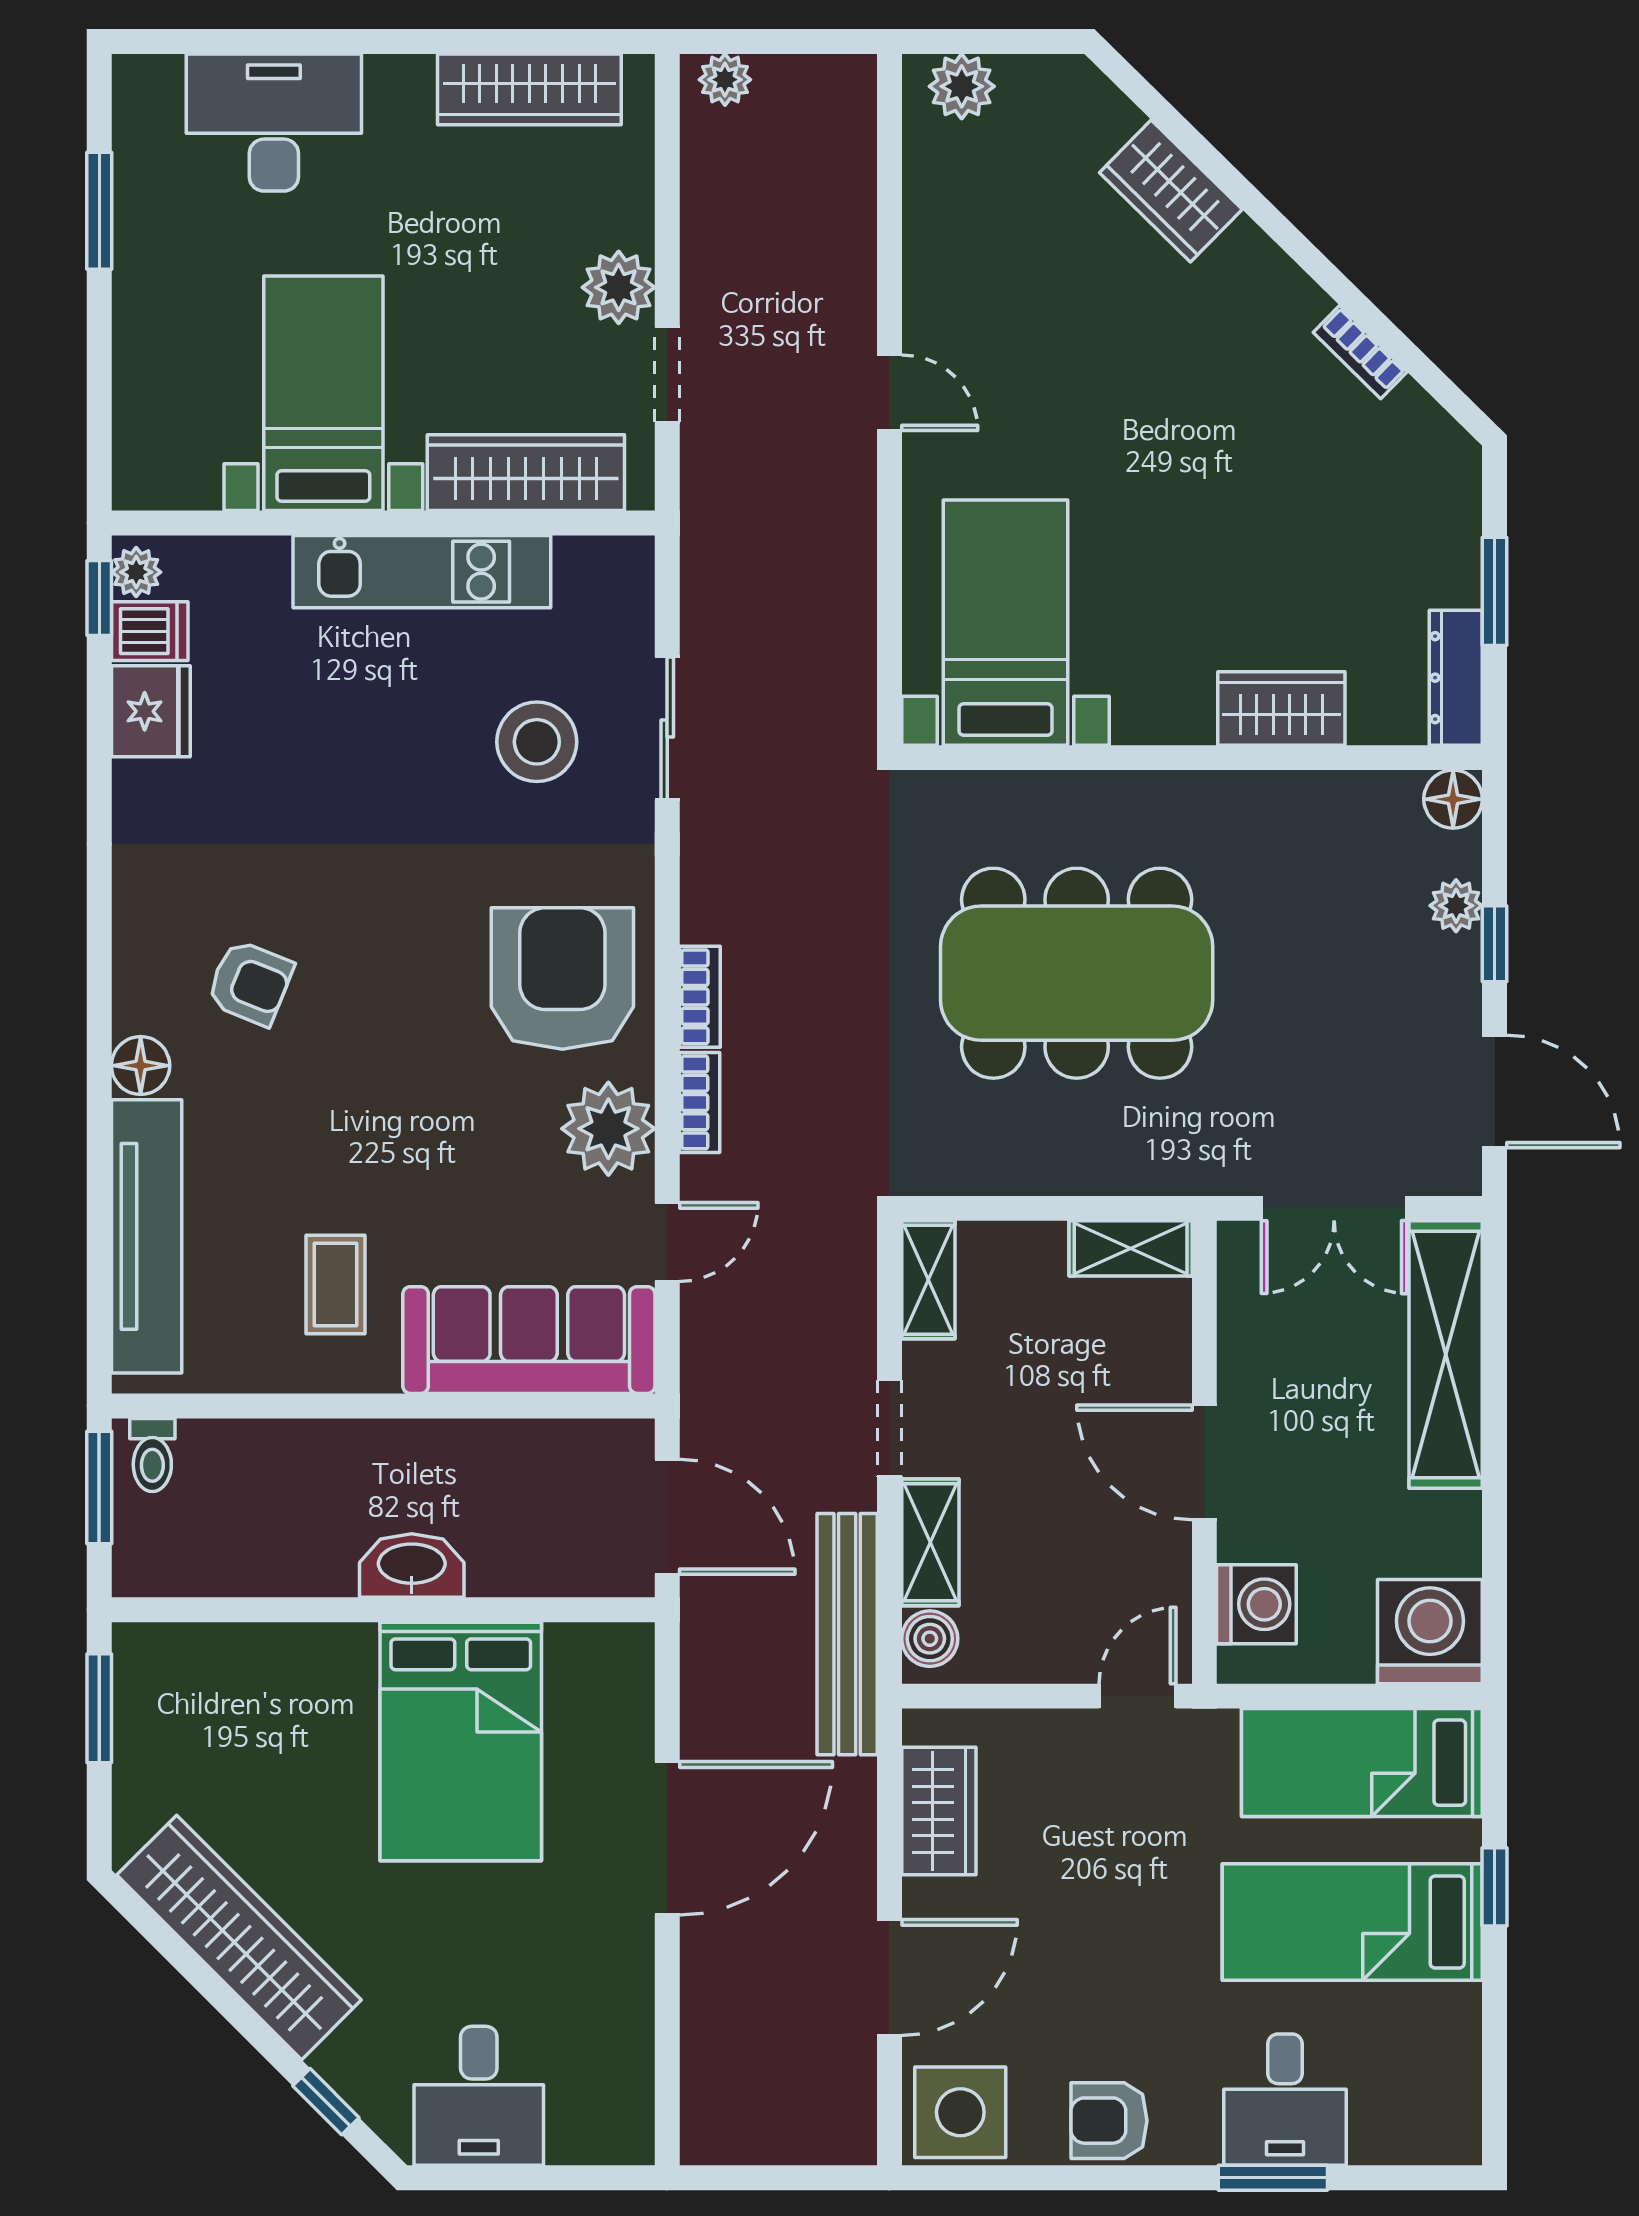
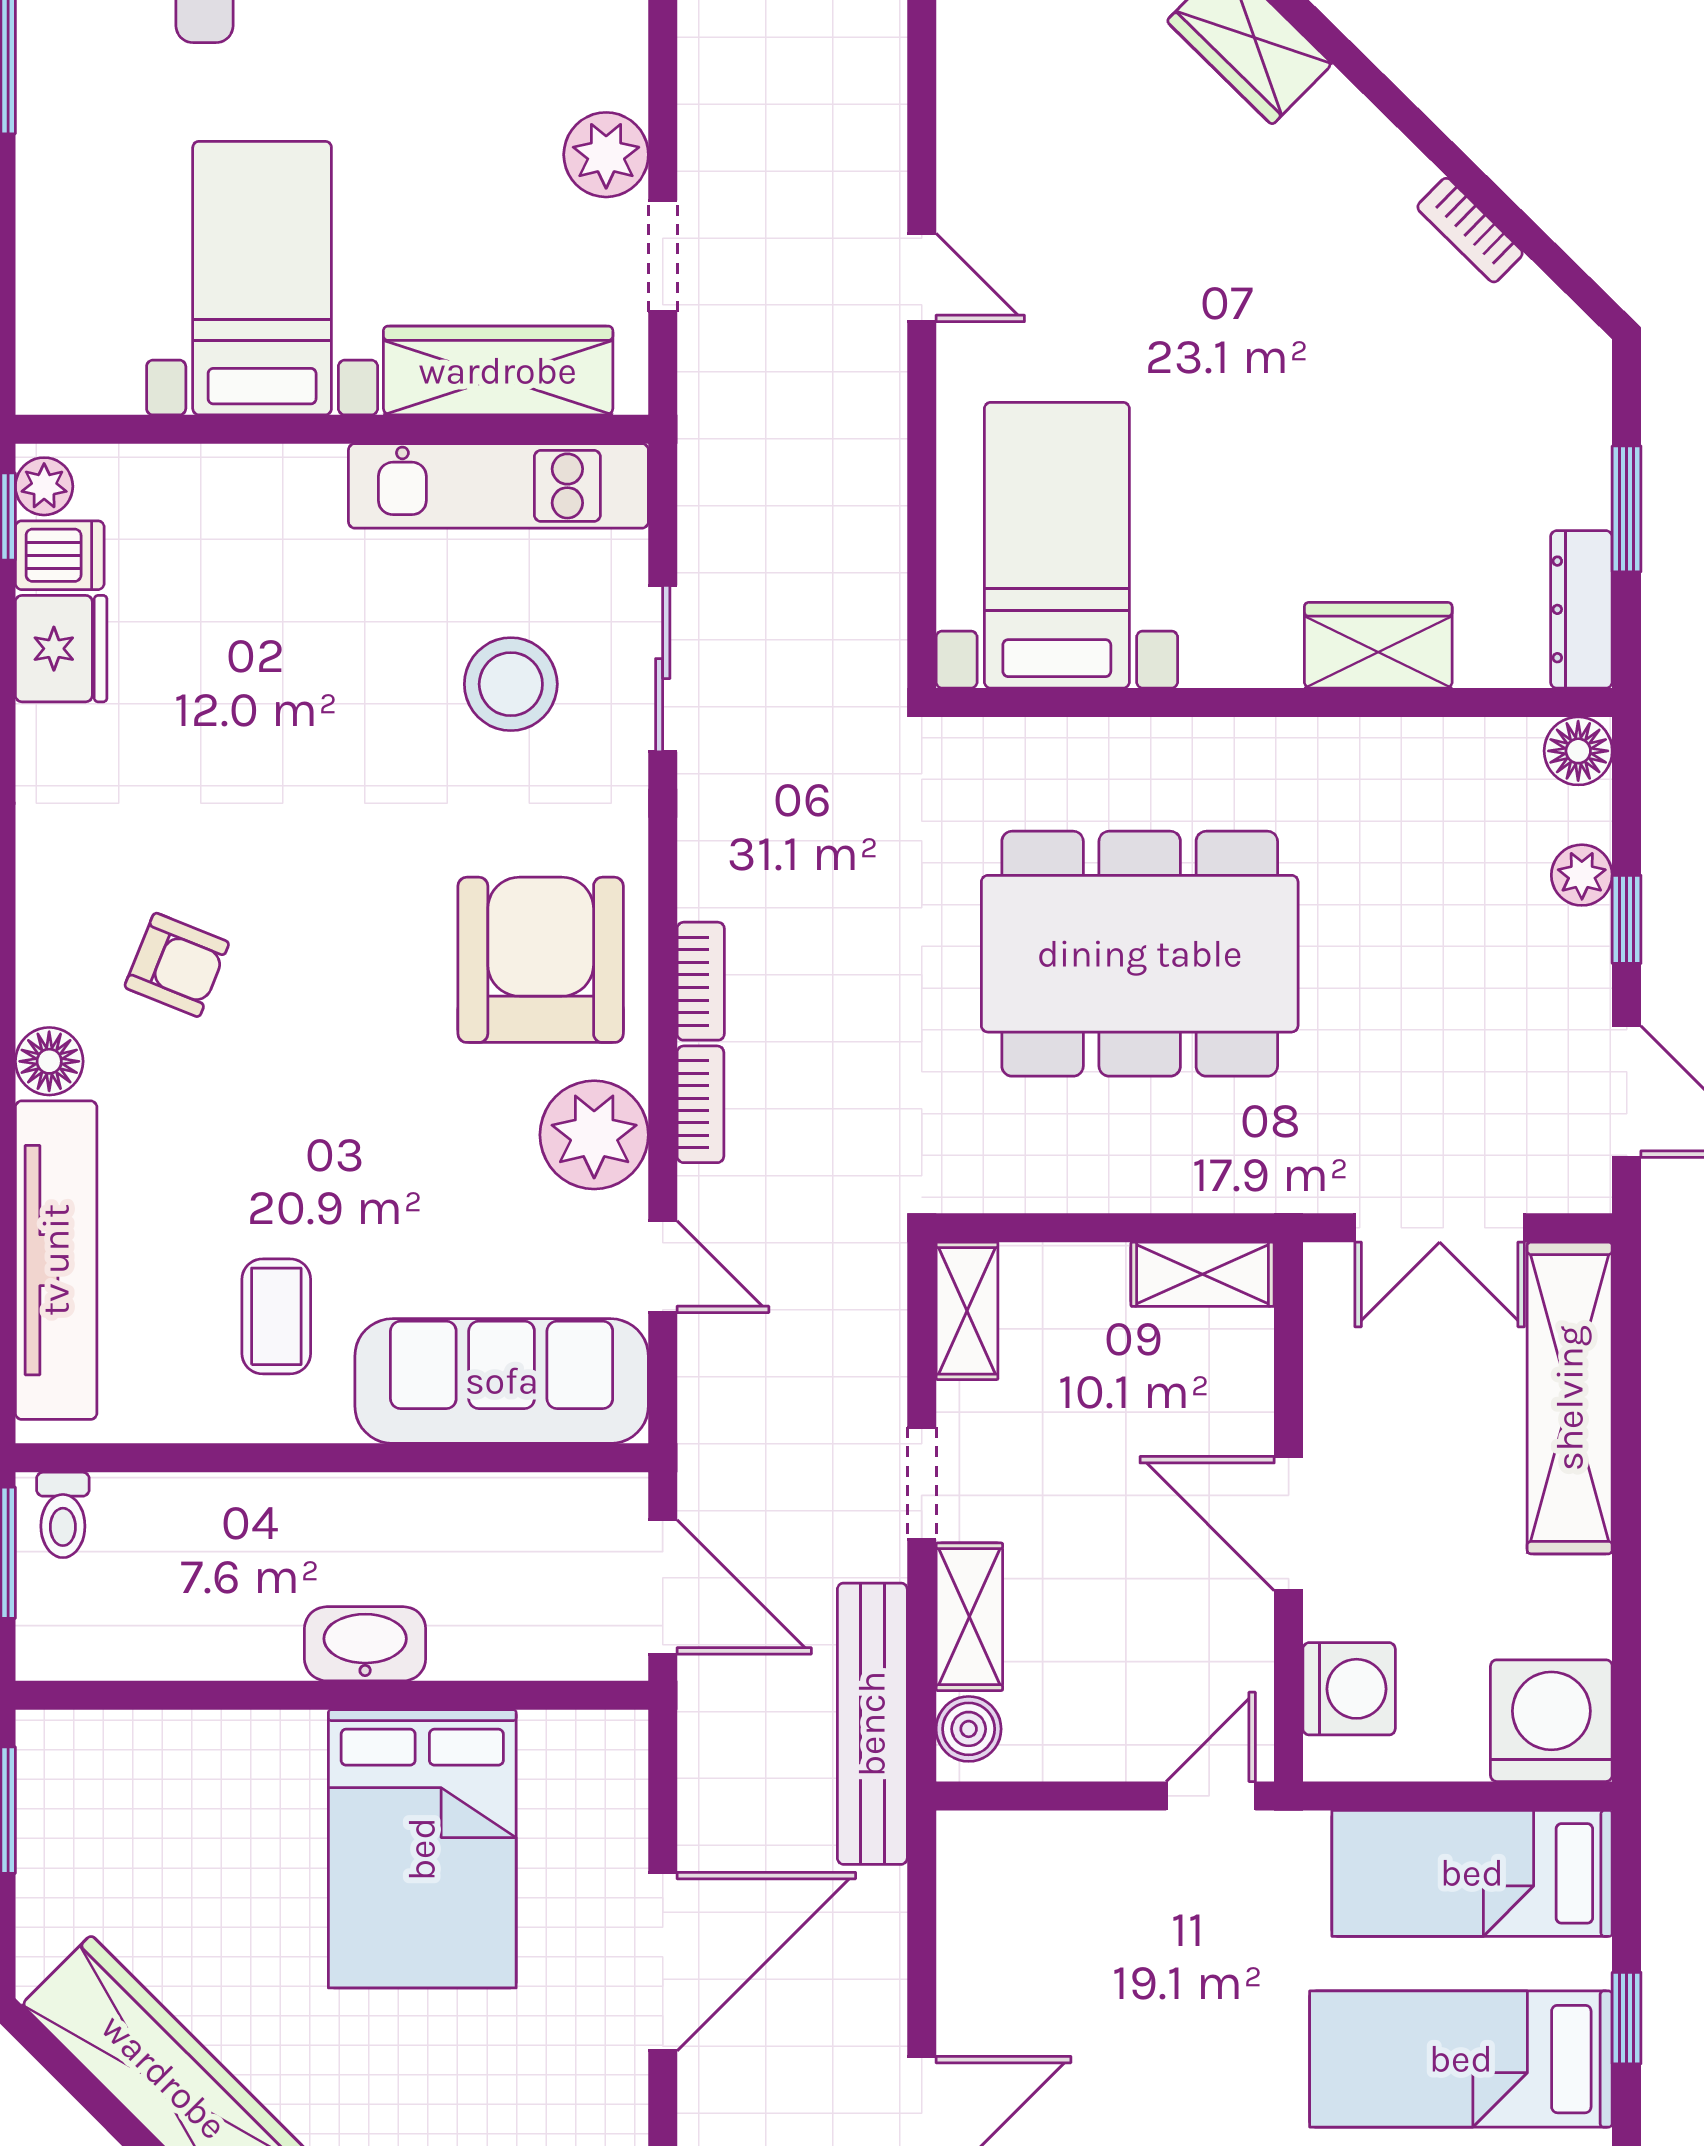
kitchen unit: (422, 572) -> (498, 486), moved
door: (667, 1242) -> (663, 1267), hinge flipped
wardrobe: (939, 1811) -> (979, 1930), removed

